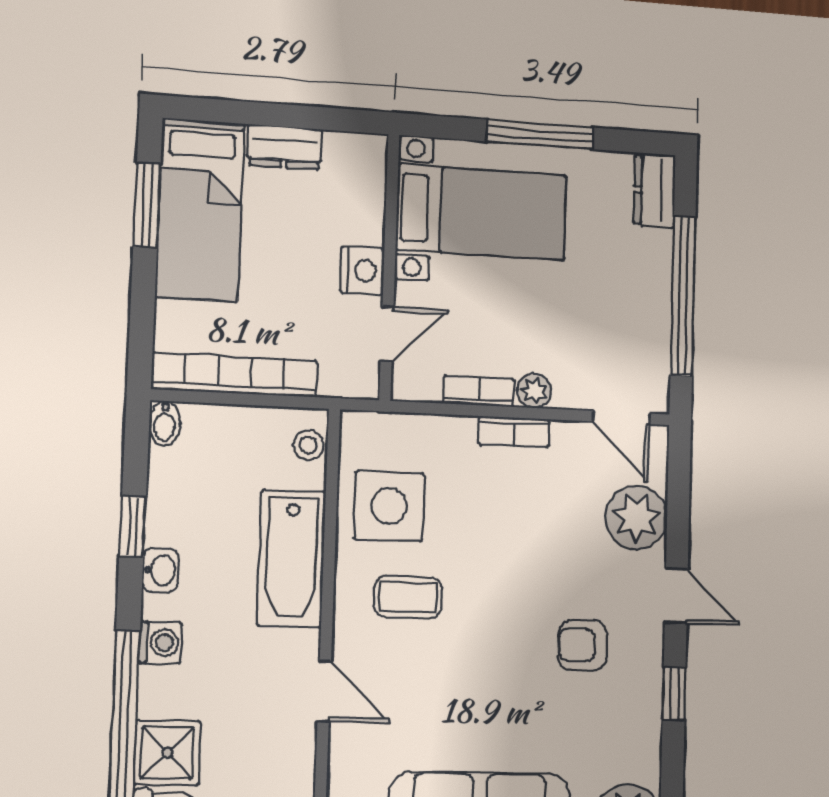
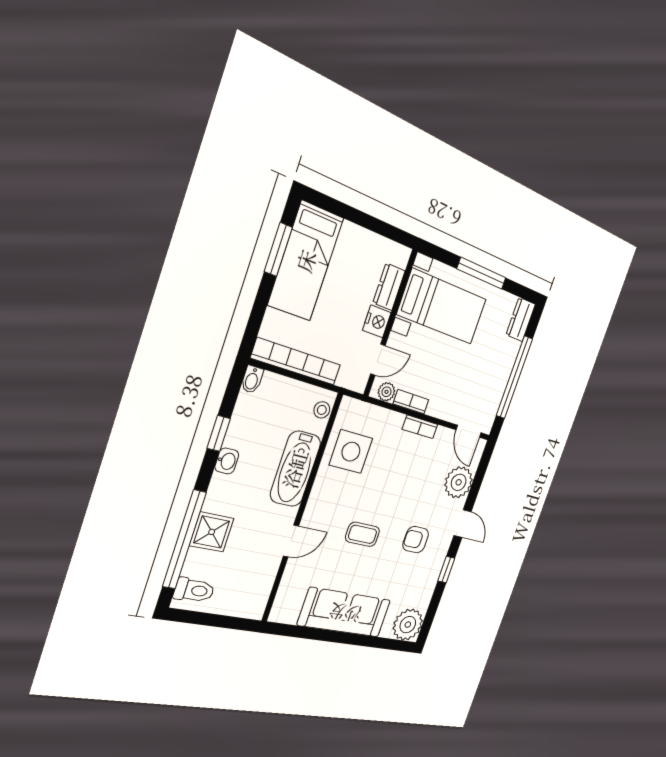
dresser: (285, 147) -> (389, 287), moved, turned 90
plant: (534, 391) -> (386, 392), moved
coffee table: (408, 597) -> (363, 534), moved
washing machine: (160, 643) -> (215, 501), removed
door: (324, 691) -> (291, 541), hinge flipped
shower: (167, 753) -> (212, 532), moved

